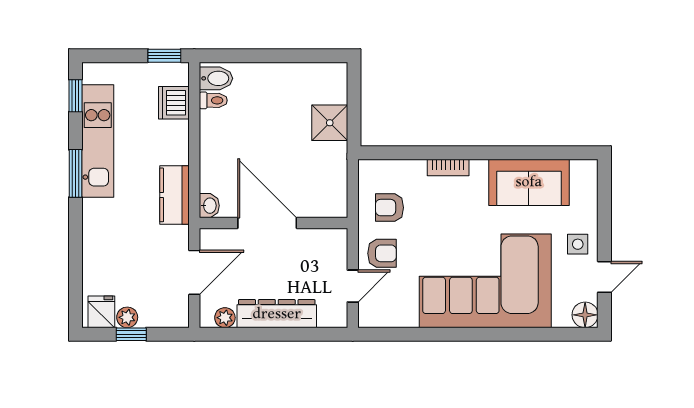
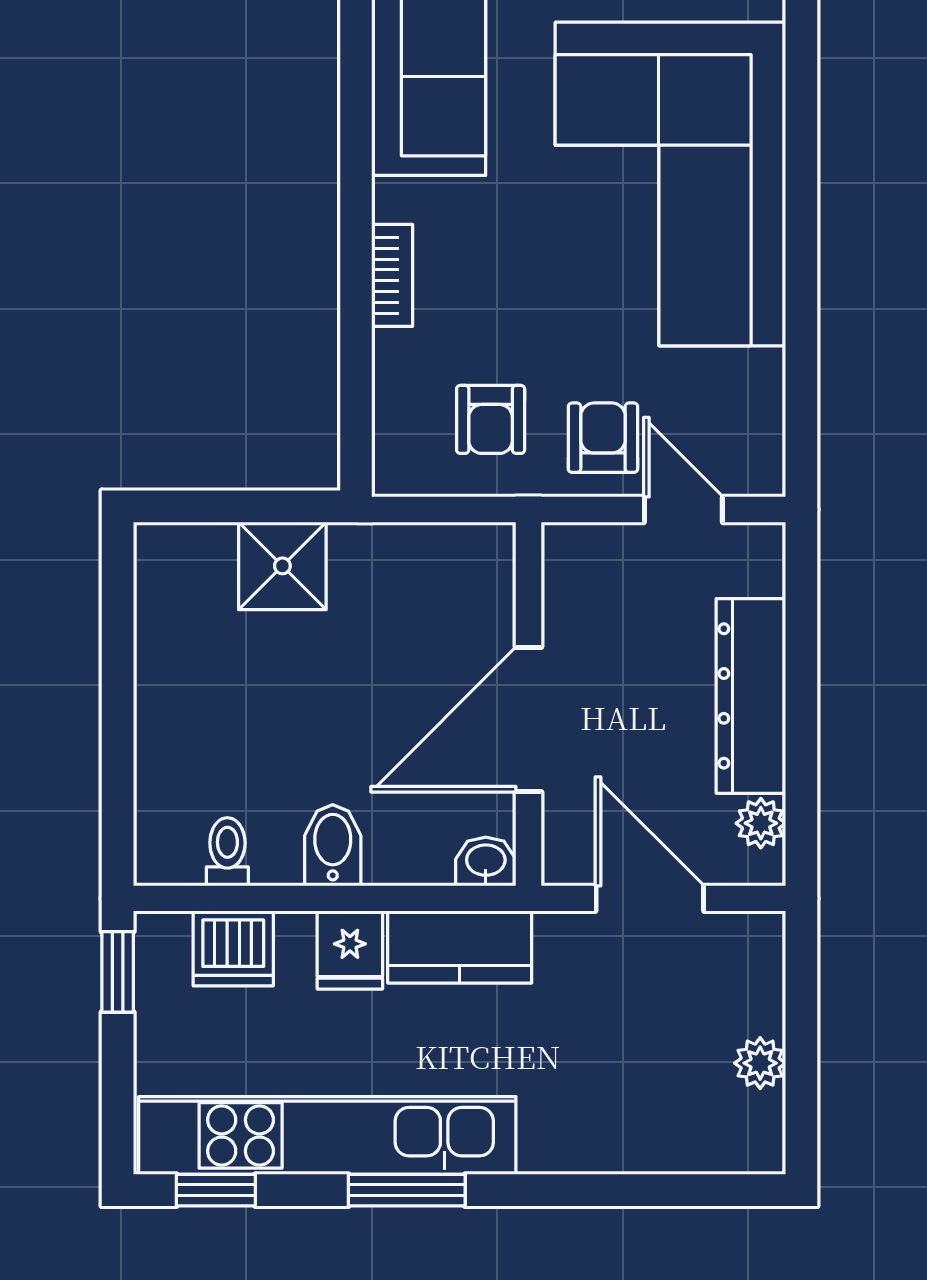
bidet: (216, 78) -> (333, 845), moved
kitchen unit: (98, 141) -> (327, 1135), width x1.36
fridge: (101, 312) -> (350, 950), moved, turned -90
window: (131, 334) -> (801, 1053), removed

